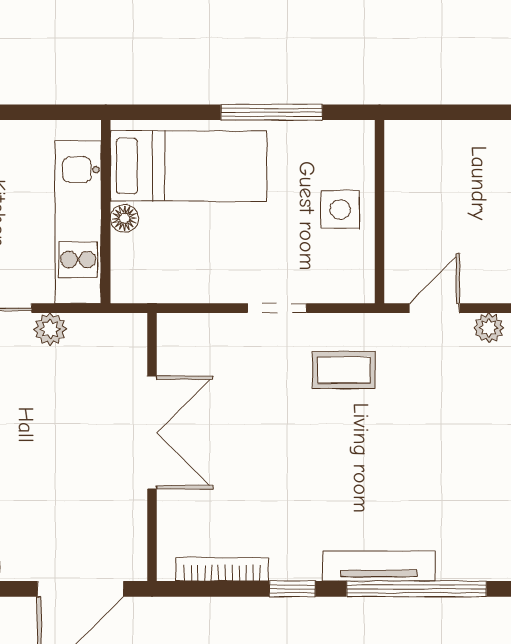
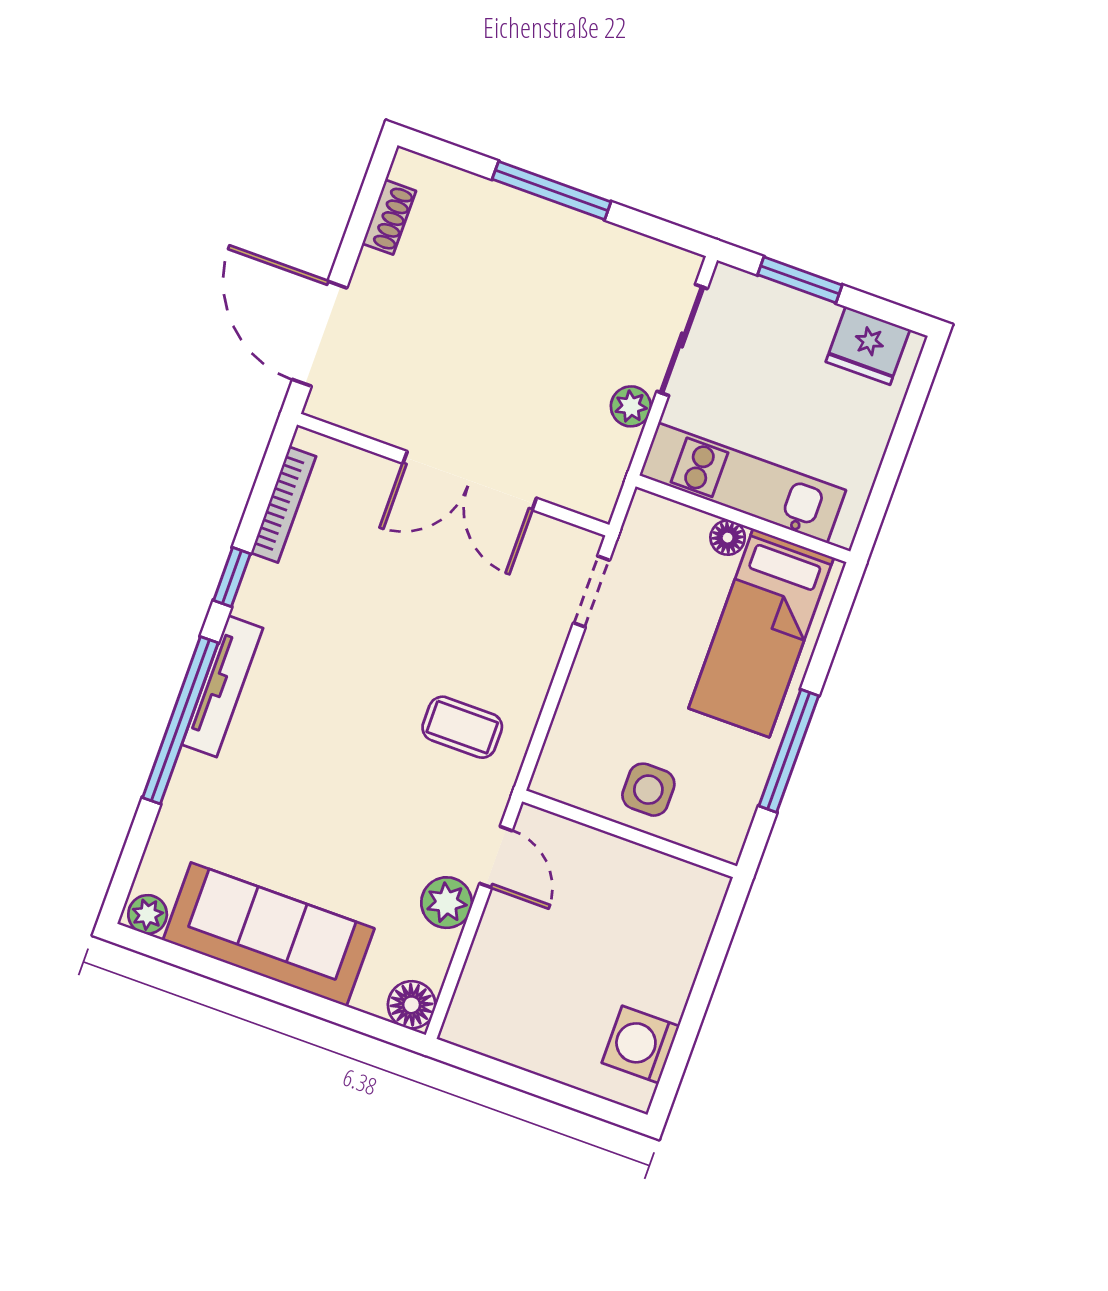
doorway: (277, 308) -> (591, 592), moved
plant: (489, 328) -> (447, 903), width x1.38, depth x1.38
coffee table: (344, 370) -> (462, 727), turned 90

